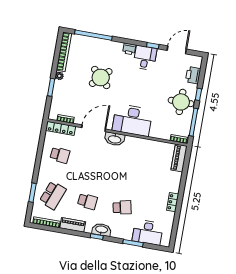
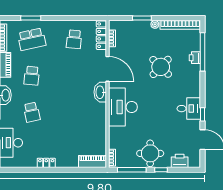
printer: (129, 49) -> (195, 58), moved
school desk: (53, 195) -> (32, 39), turned -33

